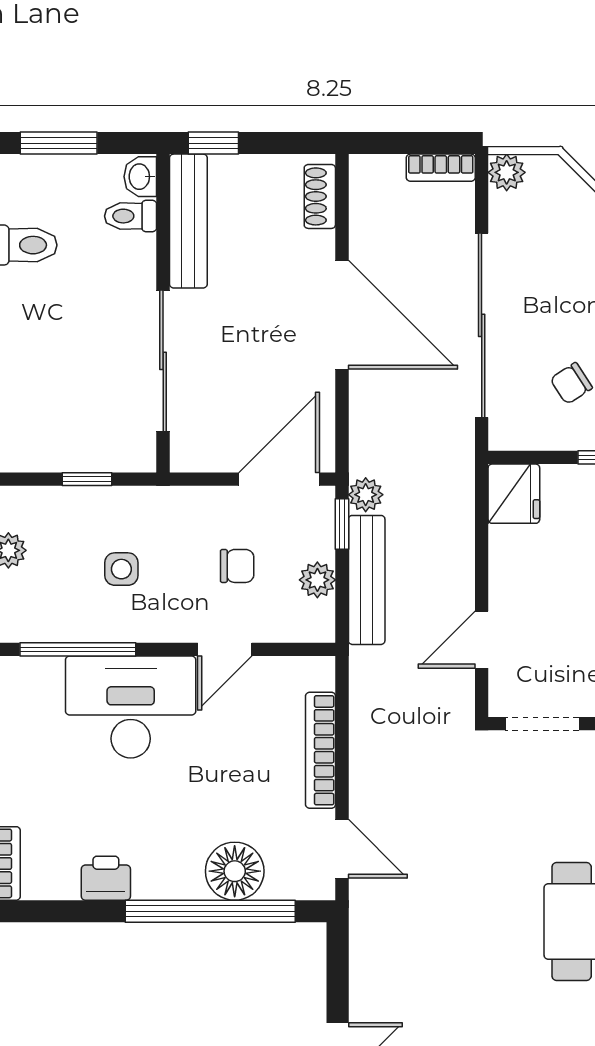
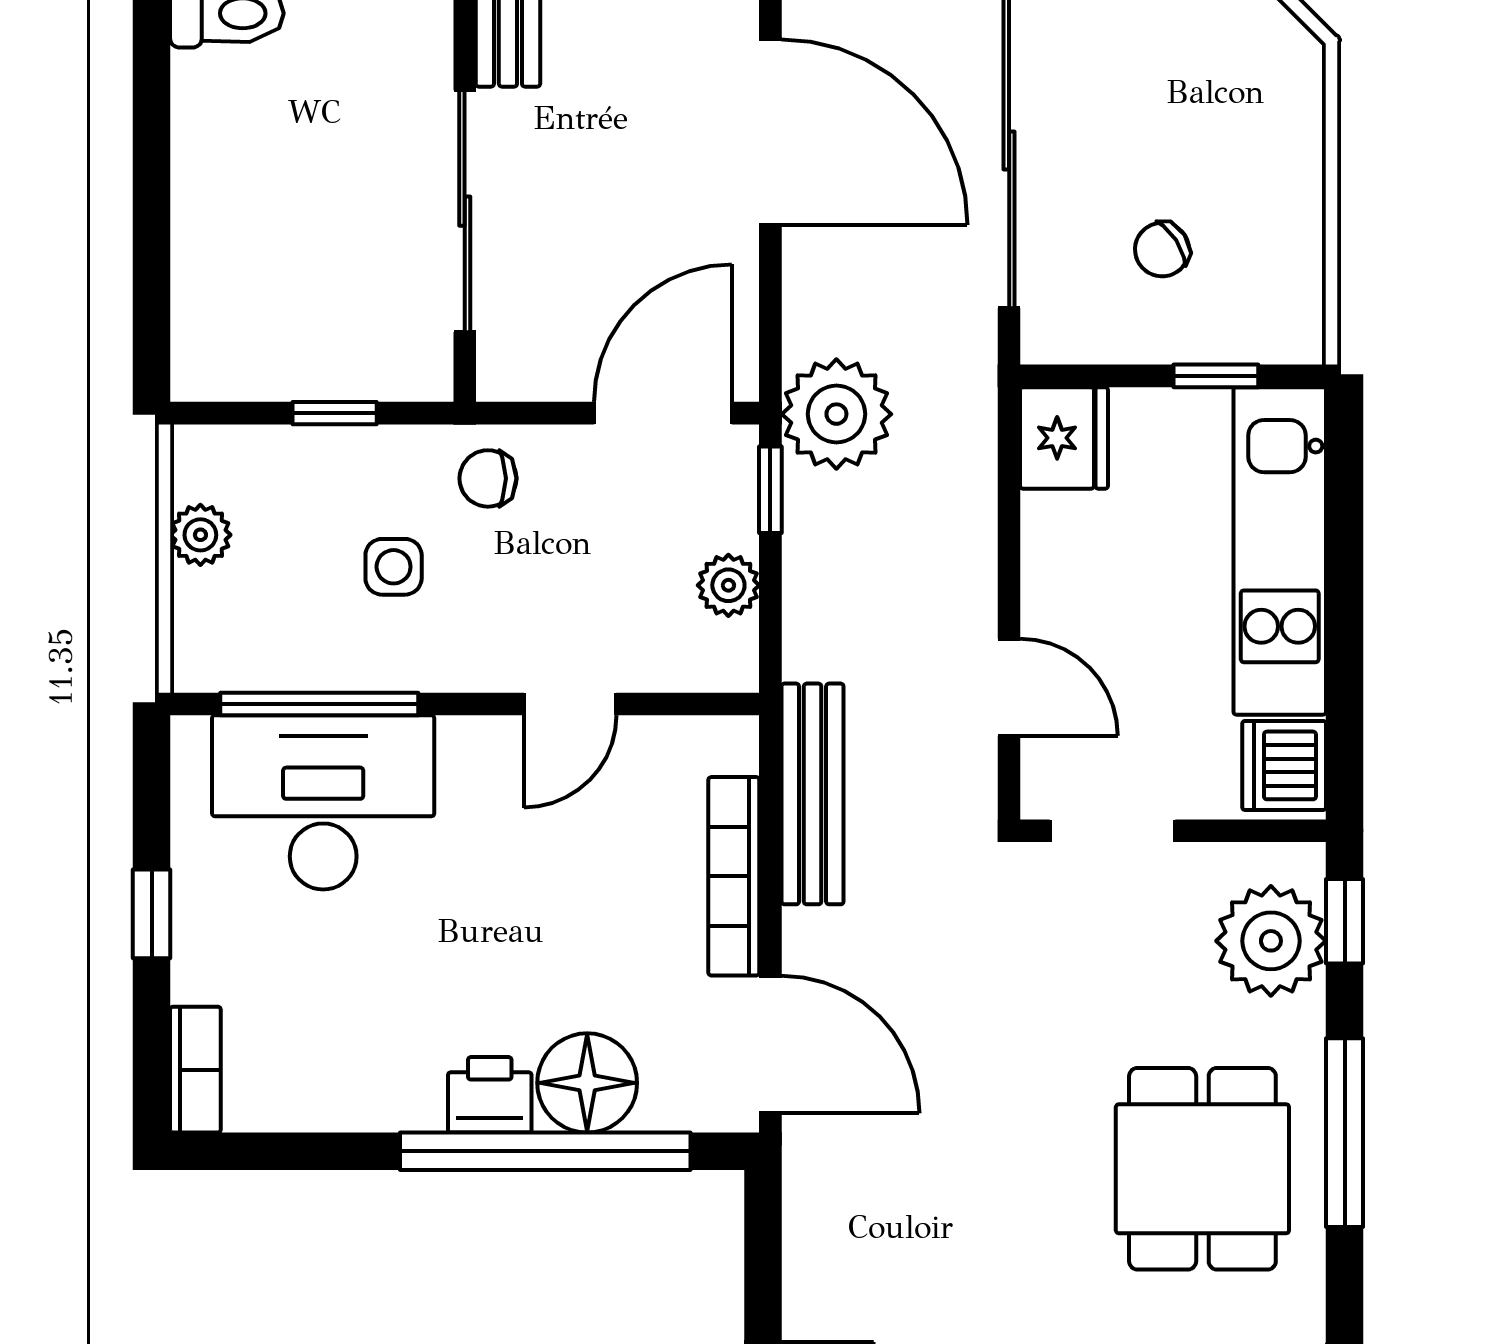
plant: (366, 495) -> (836, 414), width x1.87, depth x1.87
chair: (237, 566) -> (488, 478), moved, turned 180
bench: (367, 580) -> (813, 794), moved
door: (482, 640) -> (1009, 687), swing flipped
desk: (131, 707) -> (323, 802), moved
door: (342, 849) -> (770, 1044), width x1.38
printer: (106, 878) -> (490, 1095), moved

